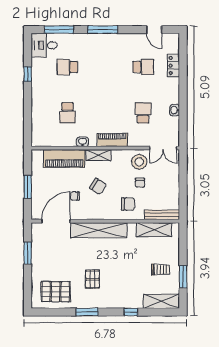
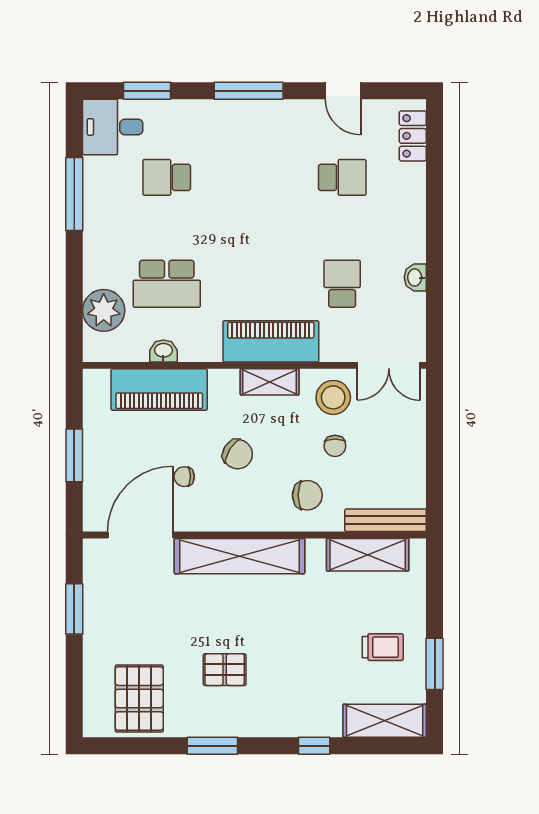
window: (59, 30) -> (147, 91), width x0.69
door: (154, 30) -> (343, 91), moved
locker: (174, 66) -> (413, 136), moved
window: (28, 74) -> (74, 194), width x2.17
school desk: (67, 113) -> (167, 284), width x1.85
plant: (40, 124) -> (104, 310), added
piano: (112, 140) -> (271, 341), width x1.37, depth x1.33
washbasin: (82, 142) -> (163, 351), moved
shelving: (98, 155) -> (270, 382), moved
pallet: (92, 279) -> (225, 670), turned 90
pallet: (56, 292) -> (139, 699), turned 90

